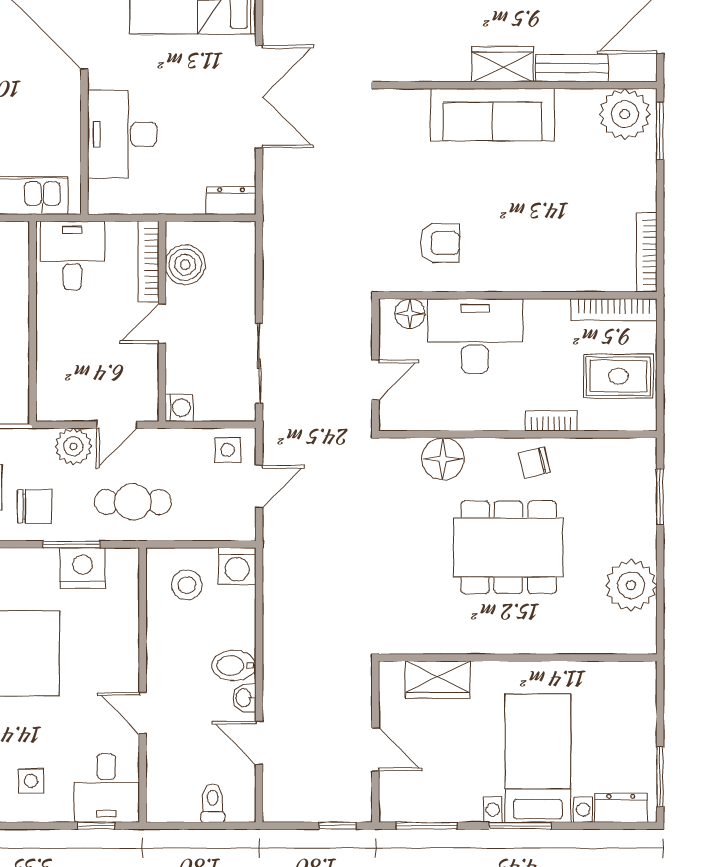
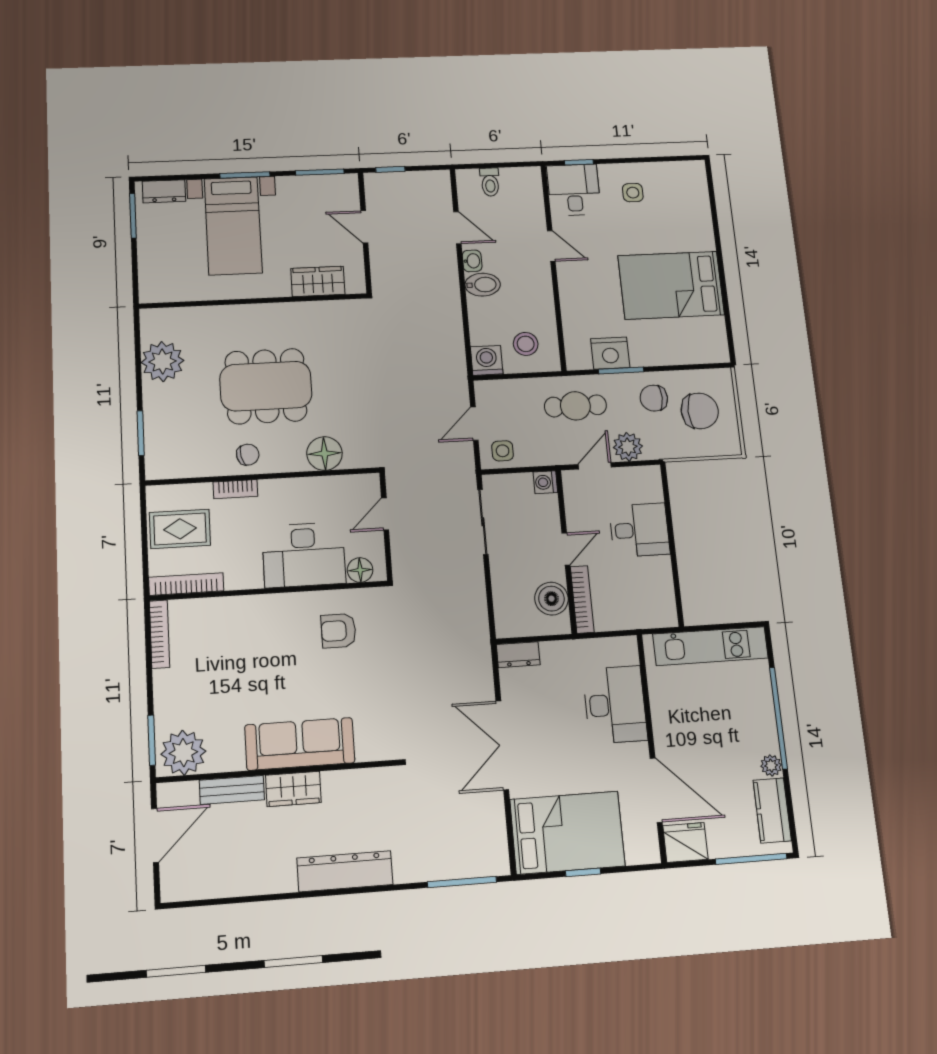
desk: (72, 256) -> (639, 530), moved, turned -90

